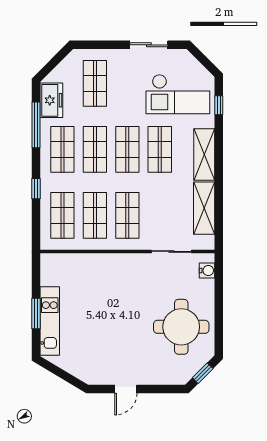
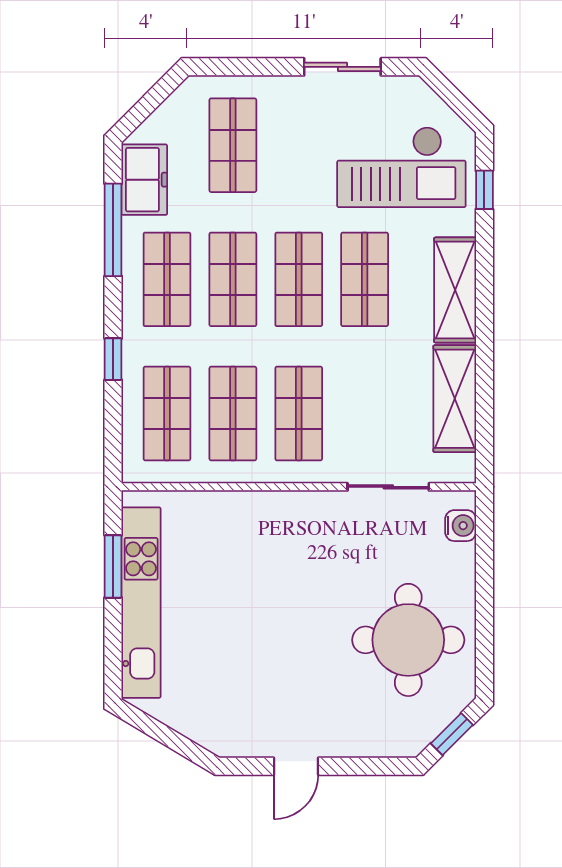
window: (36, 314) -> (113, 566), moved
kitchen unit: (50, 321) -> (141, 603), width x1.36

